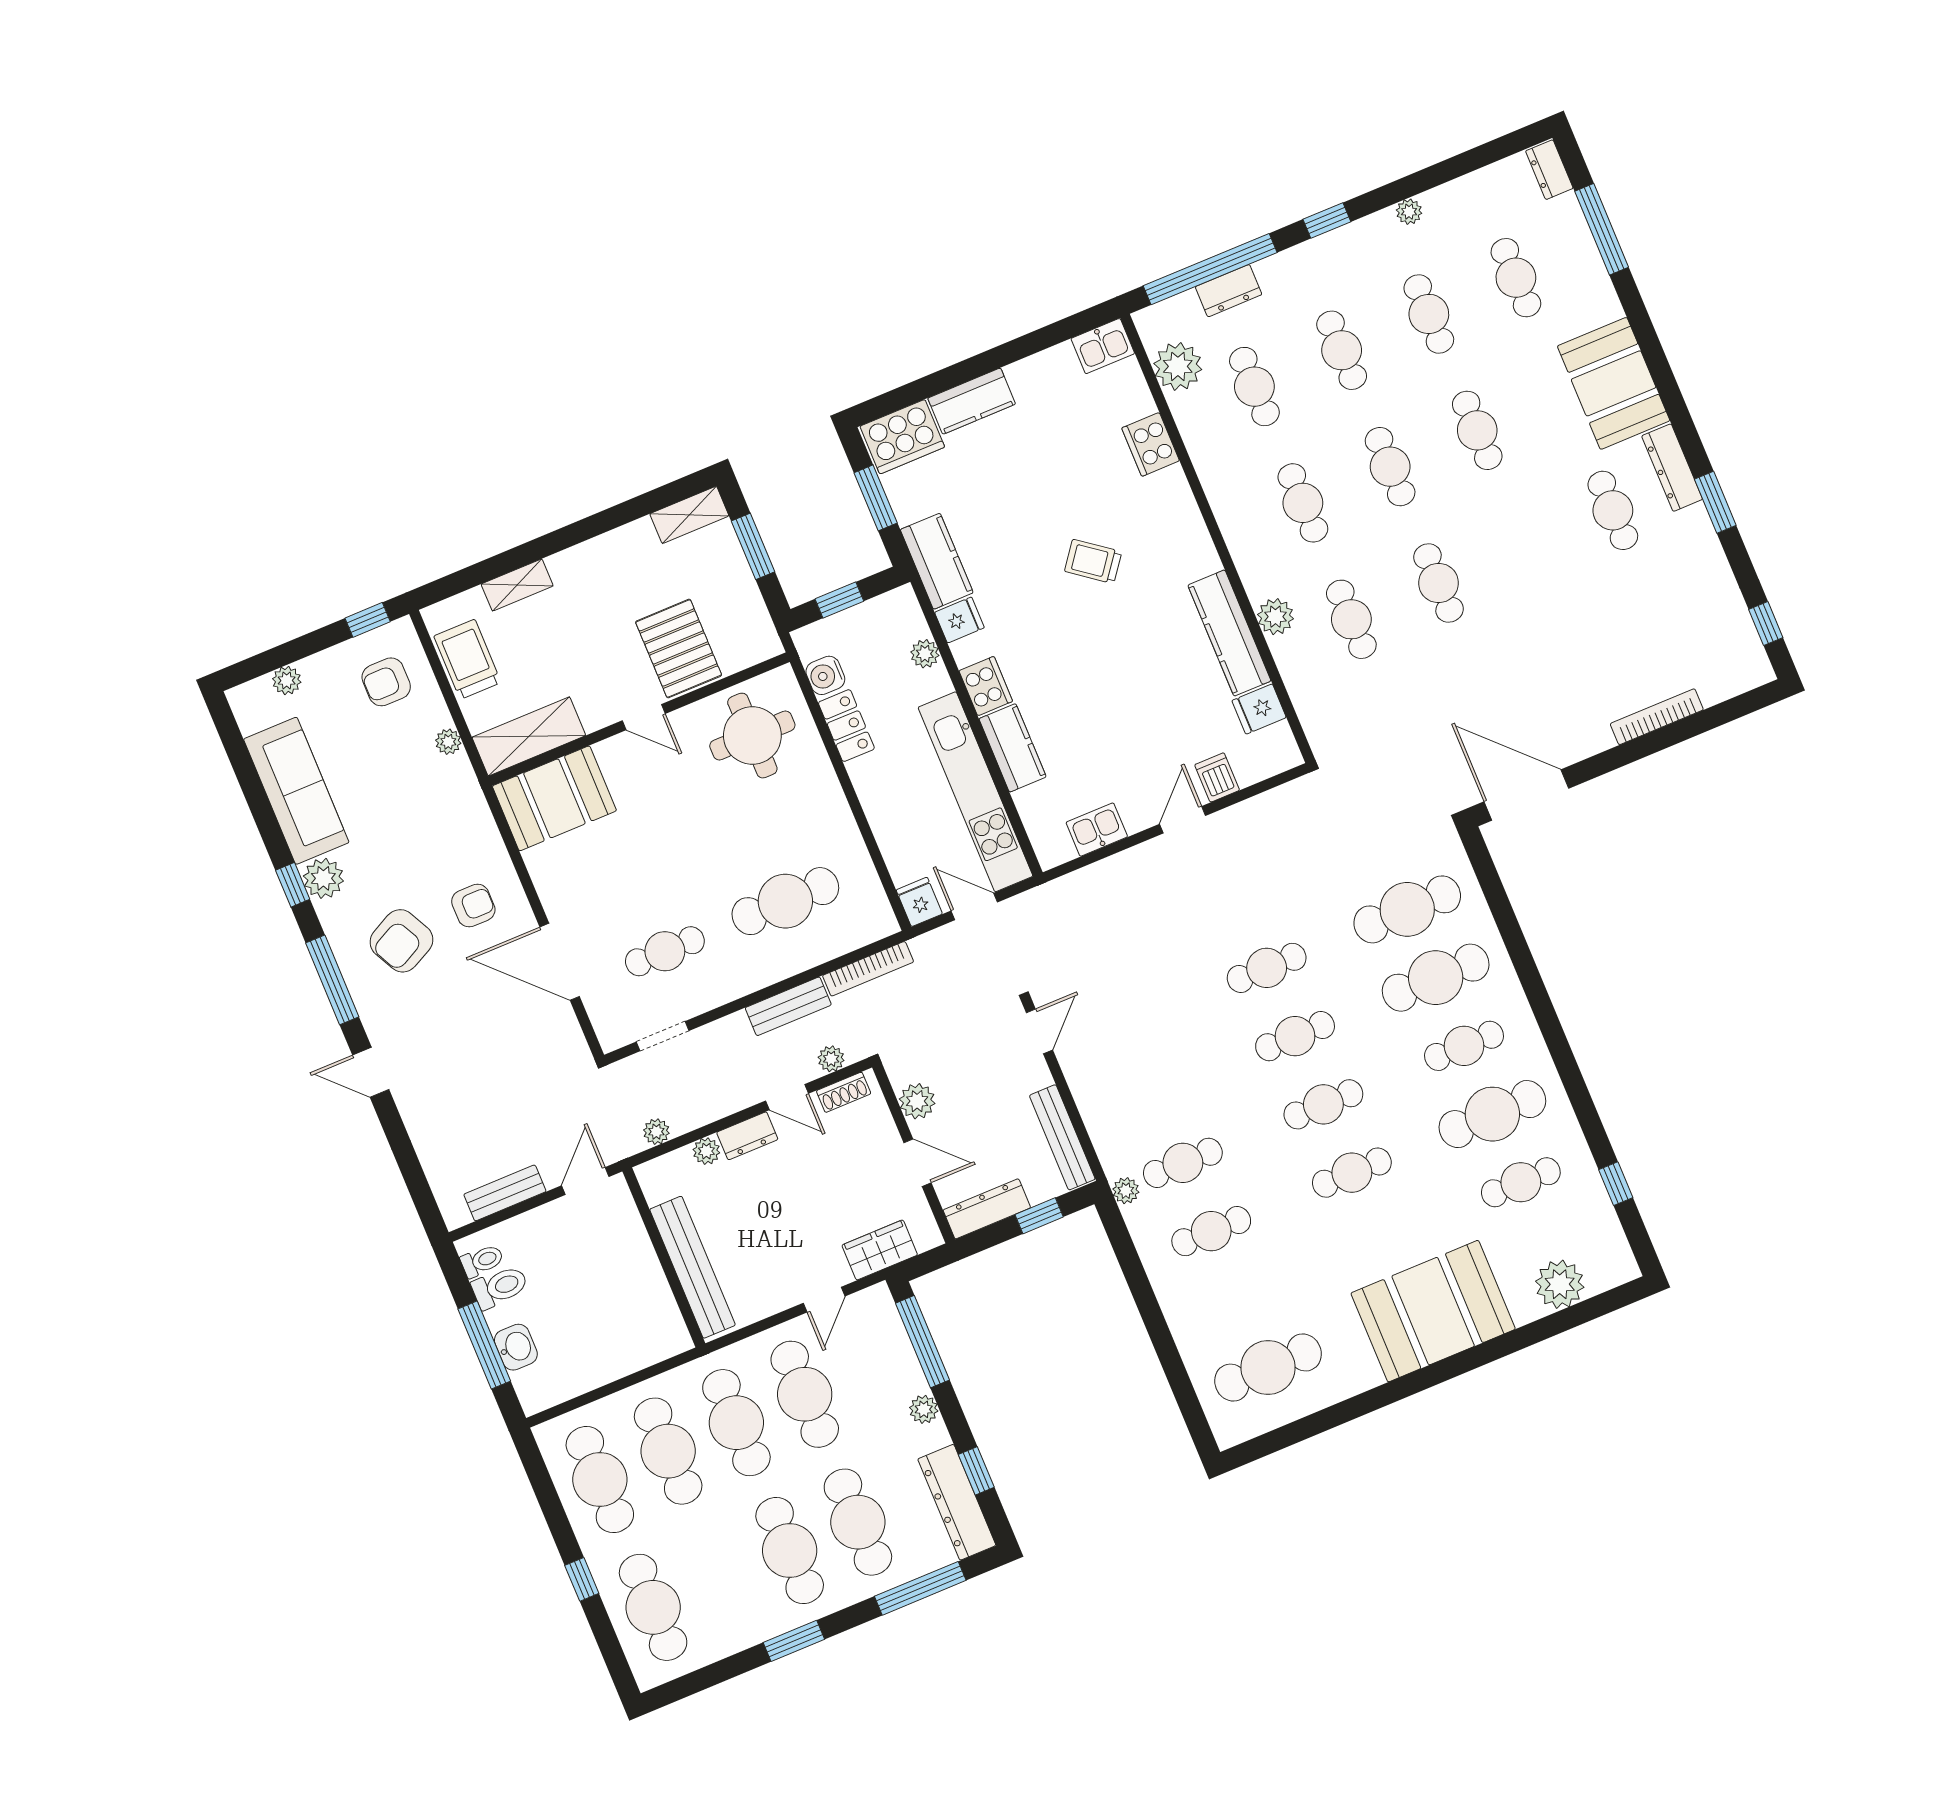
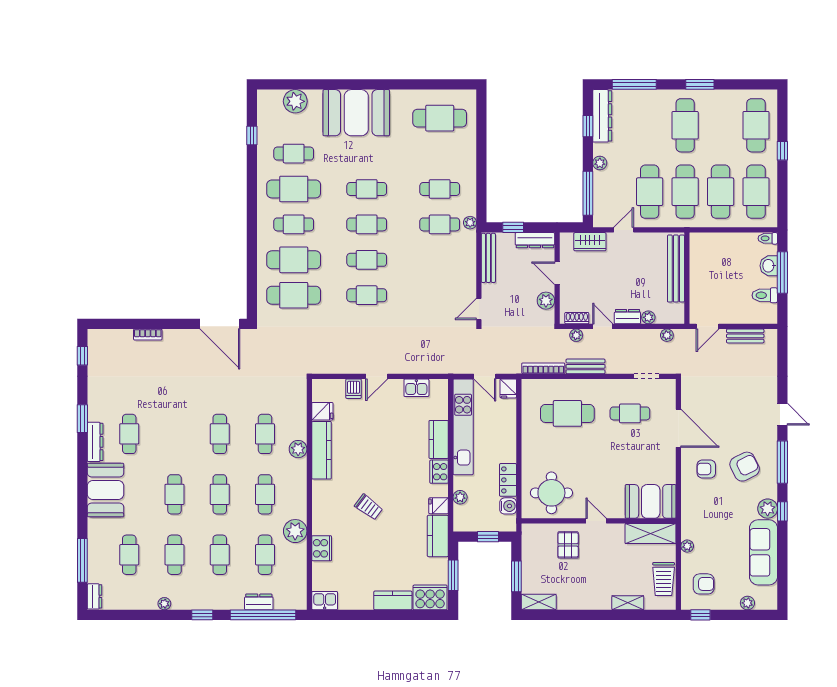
plant: (1178, 366) -> (295, 531), moved
pallet: (679, 649) -> (568, 545), width x0.67, depth x0.71
bookcase: (1657, 717) -> (148, 335), width x0.64
toilet: (482, 1261) -> (768, 238), moved
cafe table: (858, 1522) -> (650, 125), removed

